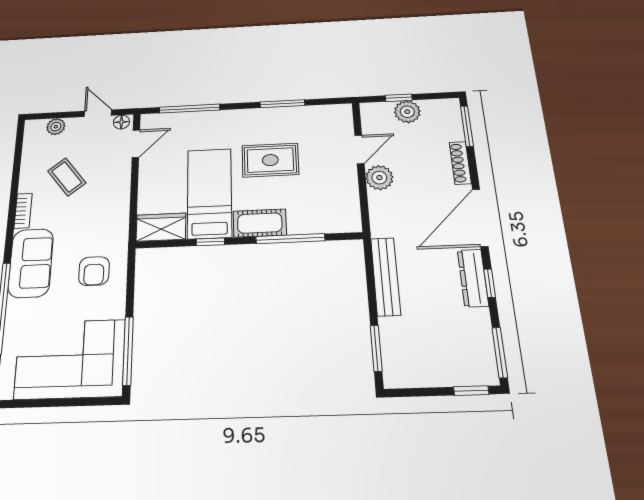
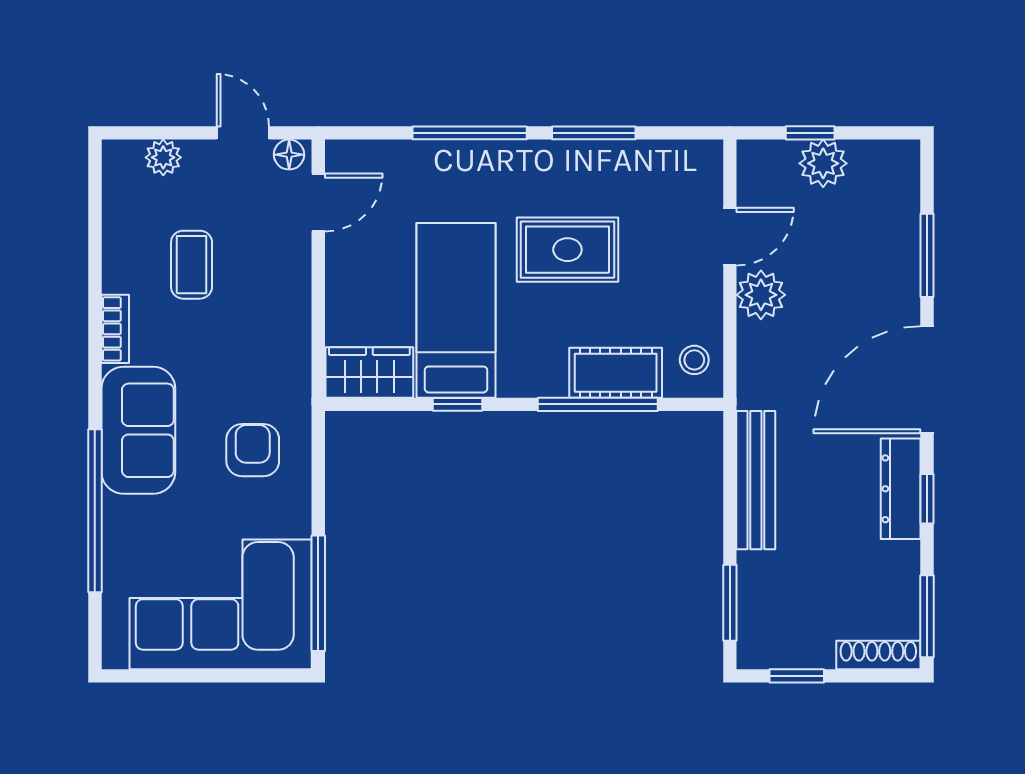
window: (190, 109) -> (470, 133), moved
window: (467, 126) -> (927, 255), moved
shoe rack: (460, 163) -> (878, 655), moved, turned 90
coffee table: (67, 177) -> (192, 265), turned 38
stool: (344, 213) -> (694, 360), added
cot: (260, 223) -> (616, 373), moved
armchair: (94, 271) -> (253, 450), turned 180
window: (471, 391) -> (797, 676), moved

